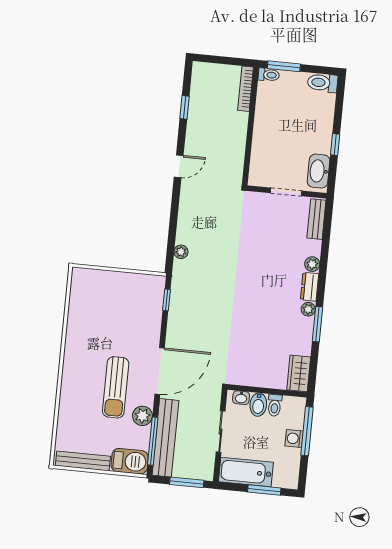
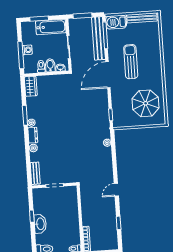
washbasin: (319, 171) -> (40, 224), moved
parasol: (102, 310) -> (146, 103), added
plant: (142, 416) -> (113, 48), removed

